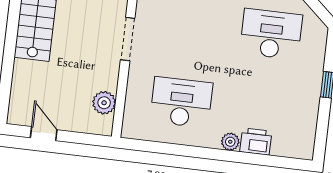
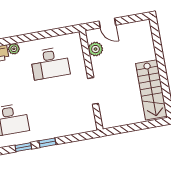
door: (44, 134) -> (107, 23), moved

